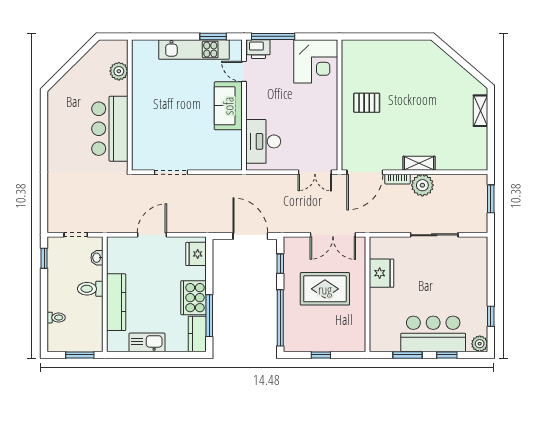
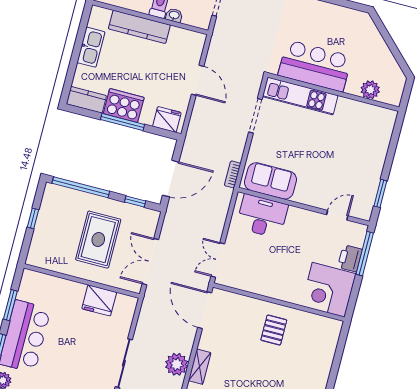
printer: (258, 49) -> (350, 258), moved
kitchen unit: (194, 50) -> (300, 96), moved, turned -90
sofa: (228, 106) -> (270, 181), moved
bookcase: (398, 179) -> (233, 174), moved
washbasin: (97, 258) -> (174, 15), moved
window: (209, 316) -> (122, 122), moved

